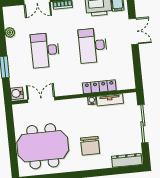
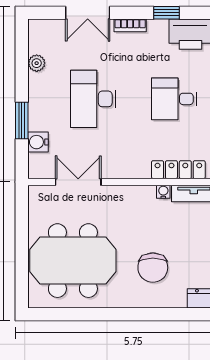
desk: (93, 45) -> (174, 99), width x0.73
water cooler: (17, 93) -> (38, 142), moved

